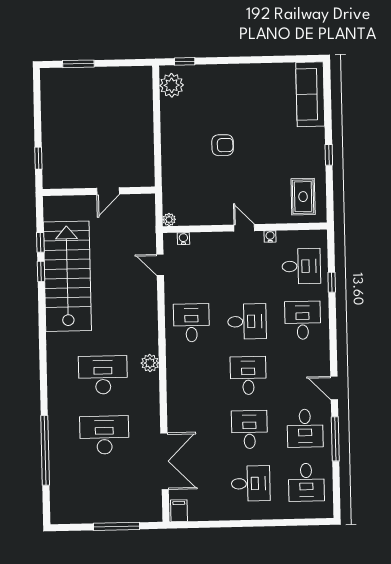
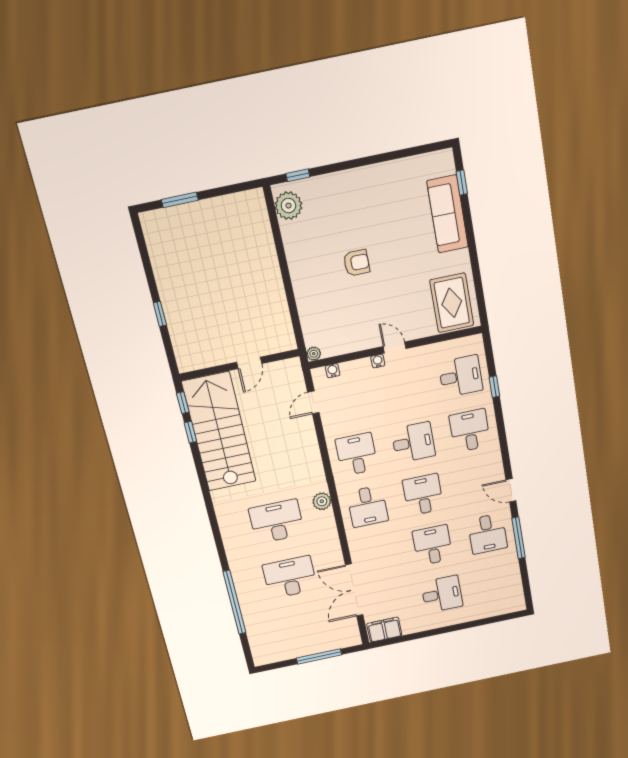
sofa: (310, 94) -> (448, 214), moved
window: (329, 155) -> (462, 183), moved
wall: (99, 191) -> (239, 365), moved
door: (108, 191) -> (249, 363), moved
rug: (303, 197) -> (452, 303), width x1.36, depth x1.43
water cooler: (270, 236) -> (378, 361), moved
door: (160, 265) -> (313, 402), hinge flipped
double door: (165, 461) -> (354, 590), swing flipped
desk: (306, 482) -> (367, 506), moved
filing cabinet: (179, 511) -> (384, 630), width x2.00

